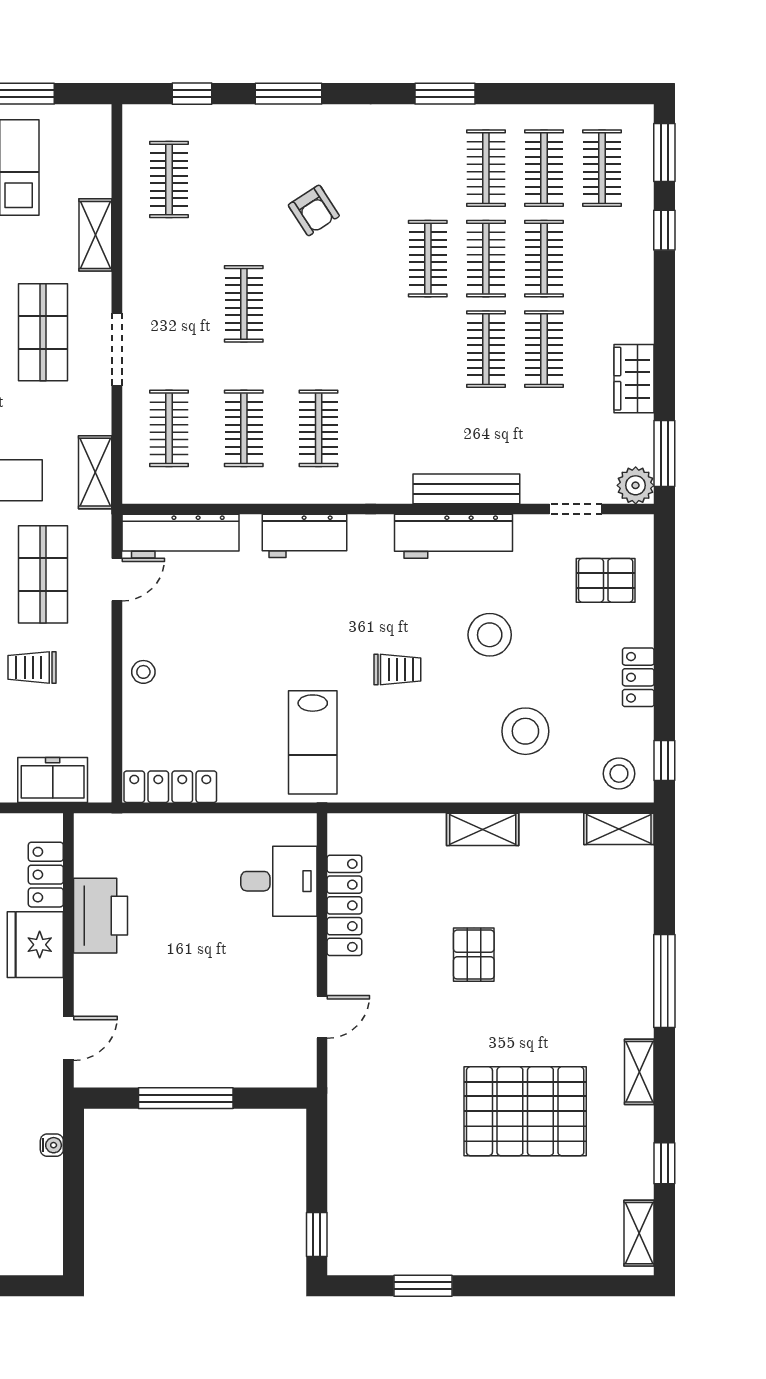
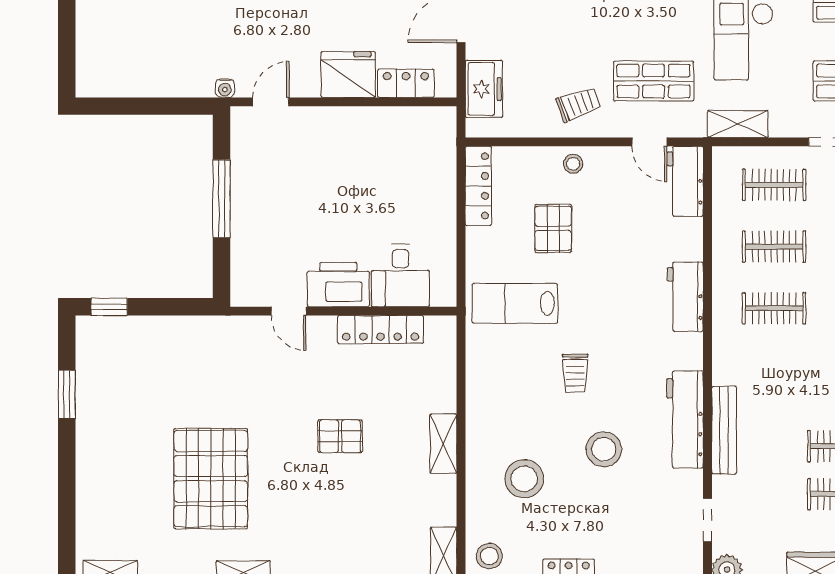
workbench: (181, 536) -> (685, 181), width x0.73
pallet: (606, 580) -> (553, 228), moved
trolley: (32, 667) -> (578, 104), moved, turned 70
printer: (100, 916) -> (338, 285), moved, turned 180
door: (68, 1038) -> (271, 102), swing flipped
water cooler: (52, 1145) -> (225, 88), moved

